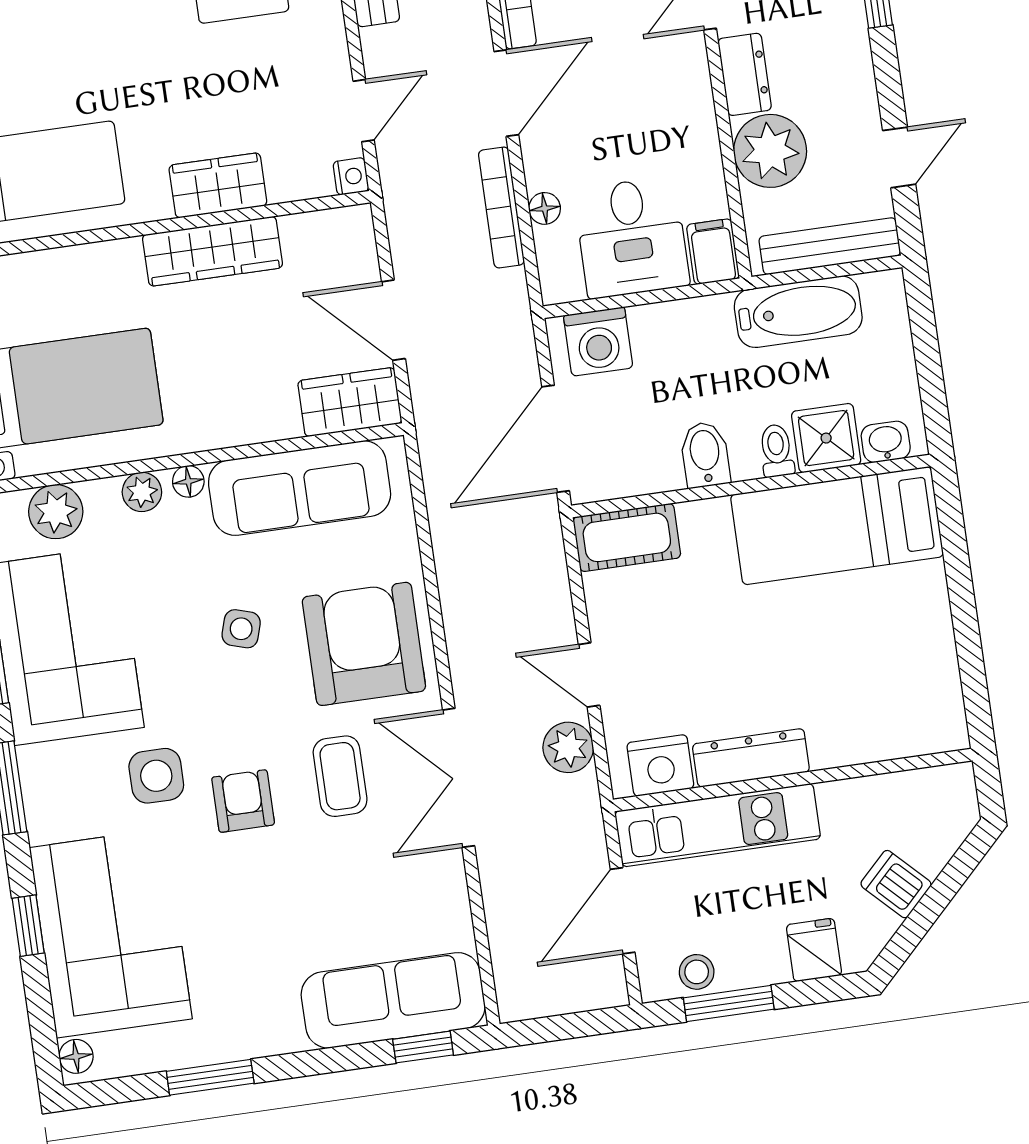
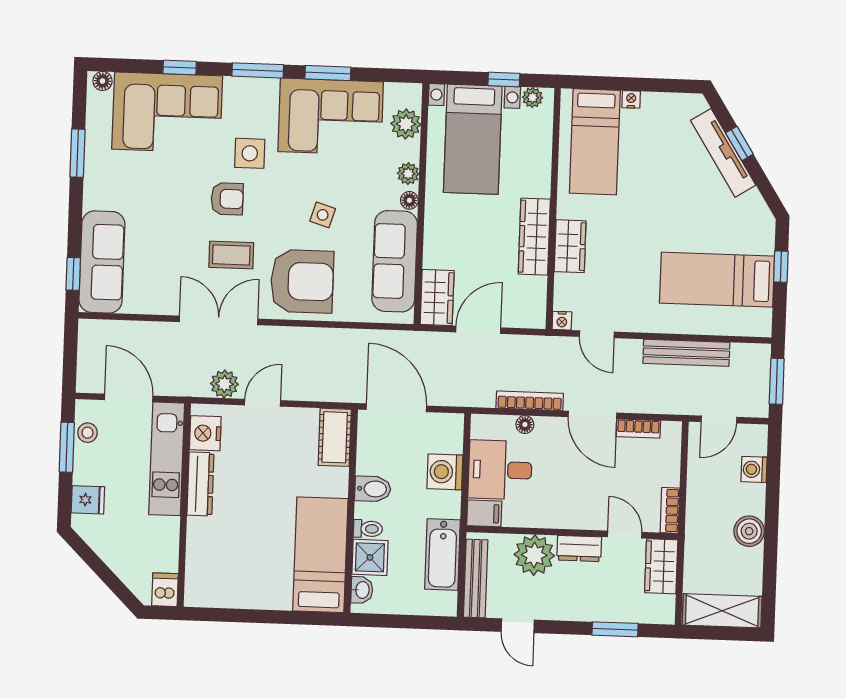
washing machine: (598, 342) -> (445, 472), moved
dishwasher: (896, 884) -> (165, 590), moved, turned -45

